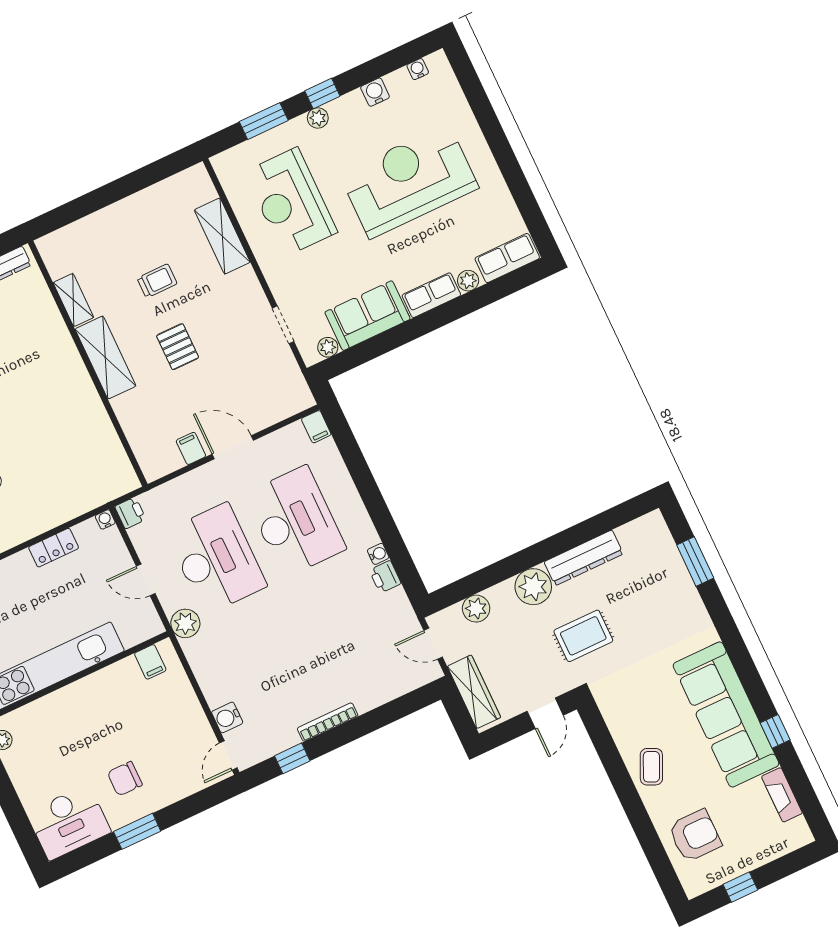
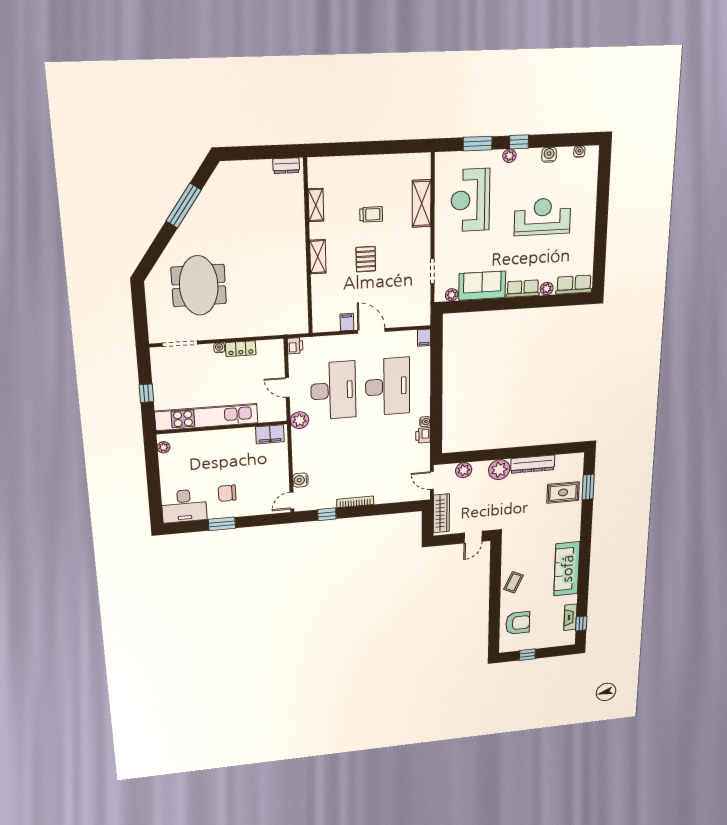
reception desk: (409, 181) -> (542, 217), width x0.74, depth x0.77
shelving: (105, 358) -> (318, 257), width x0.67, depth x0.75
water cooler: (105, 519) -> (219, 348), moved
rug: (583, 636) -> (563, 492), moved
filing cabinet: (150, 662) -> (270, 434), width x2.00
sofa: (726, 714) -> (567, 569), width x0.74, depth x0.79
window: (775, 731) -> (581, 623), moved

